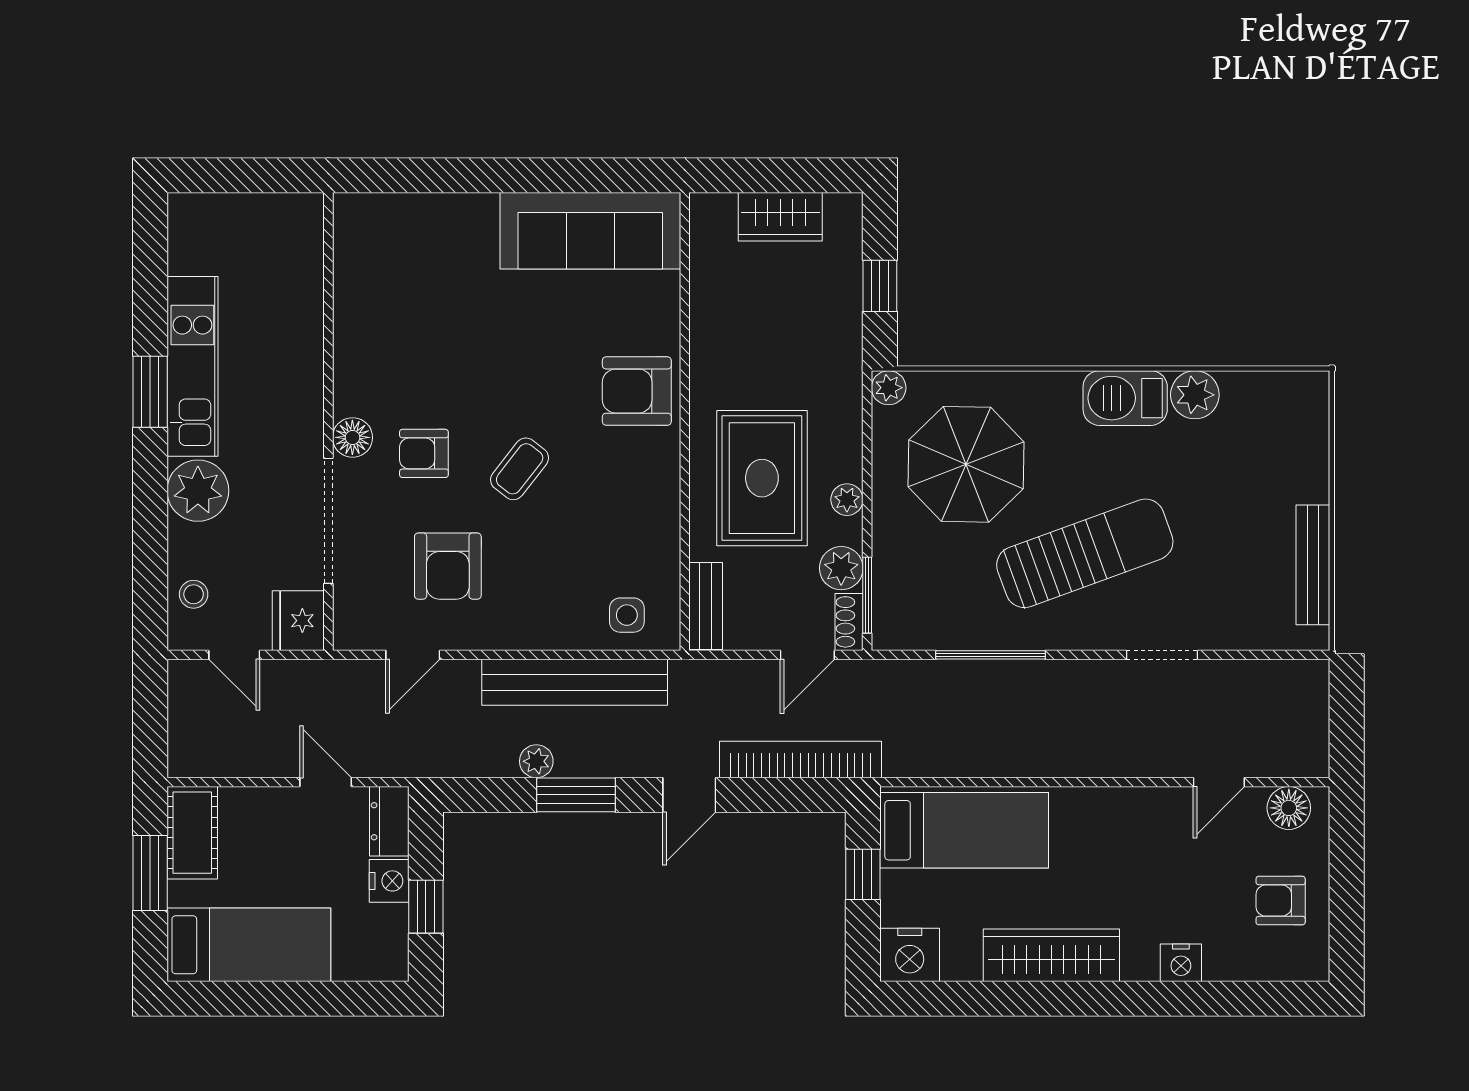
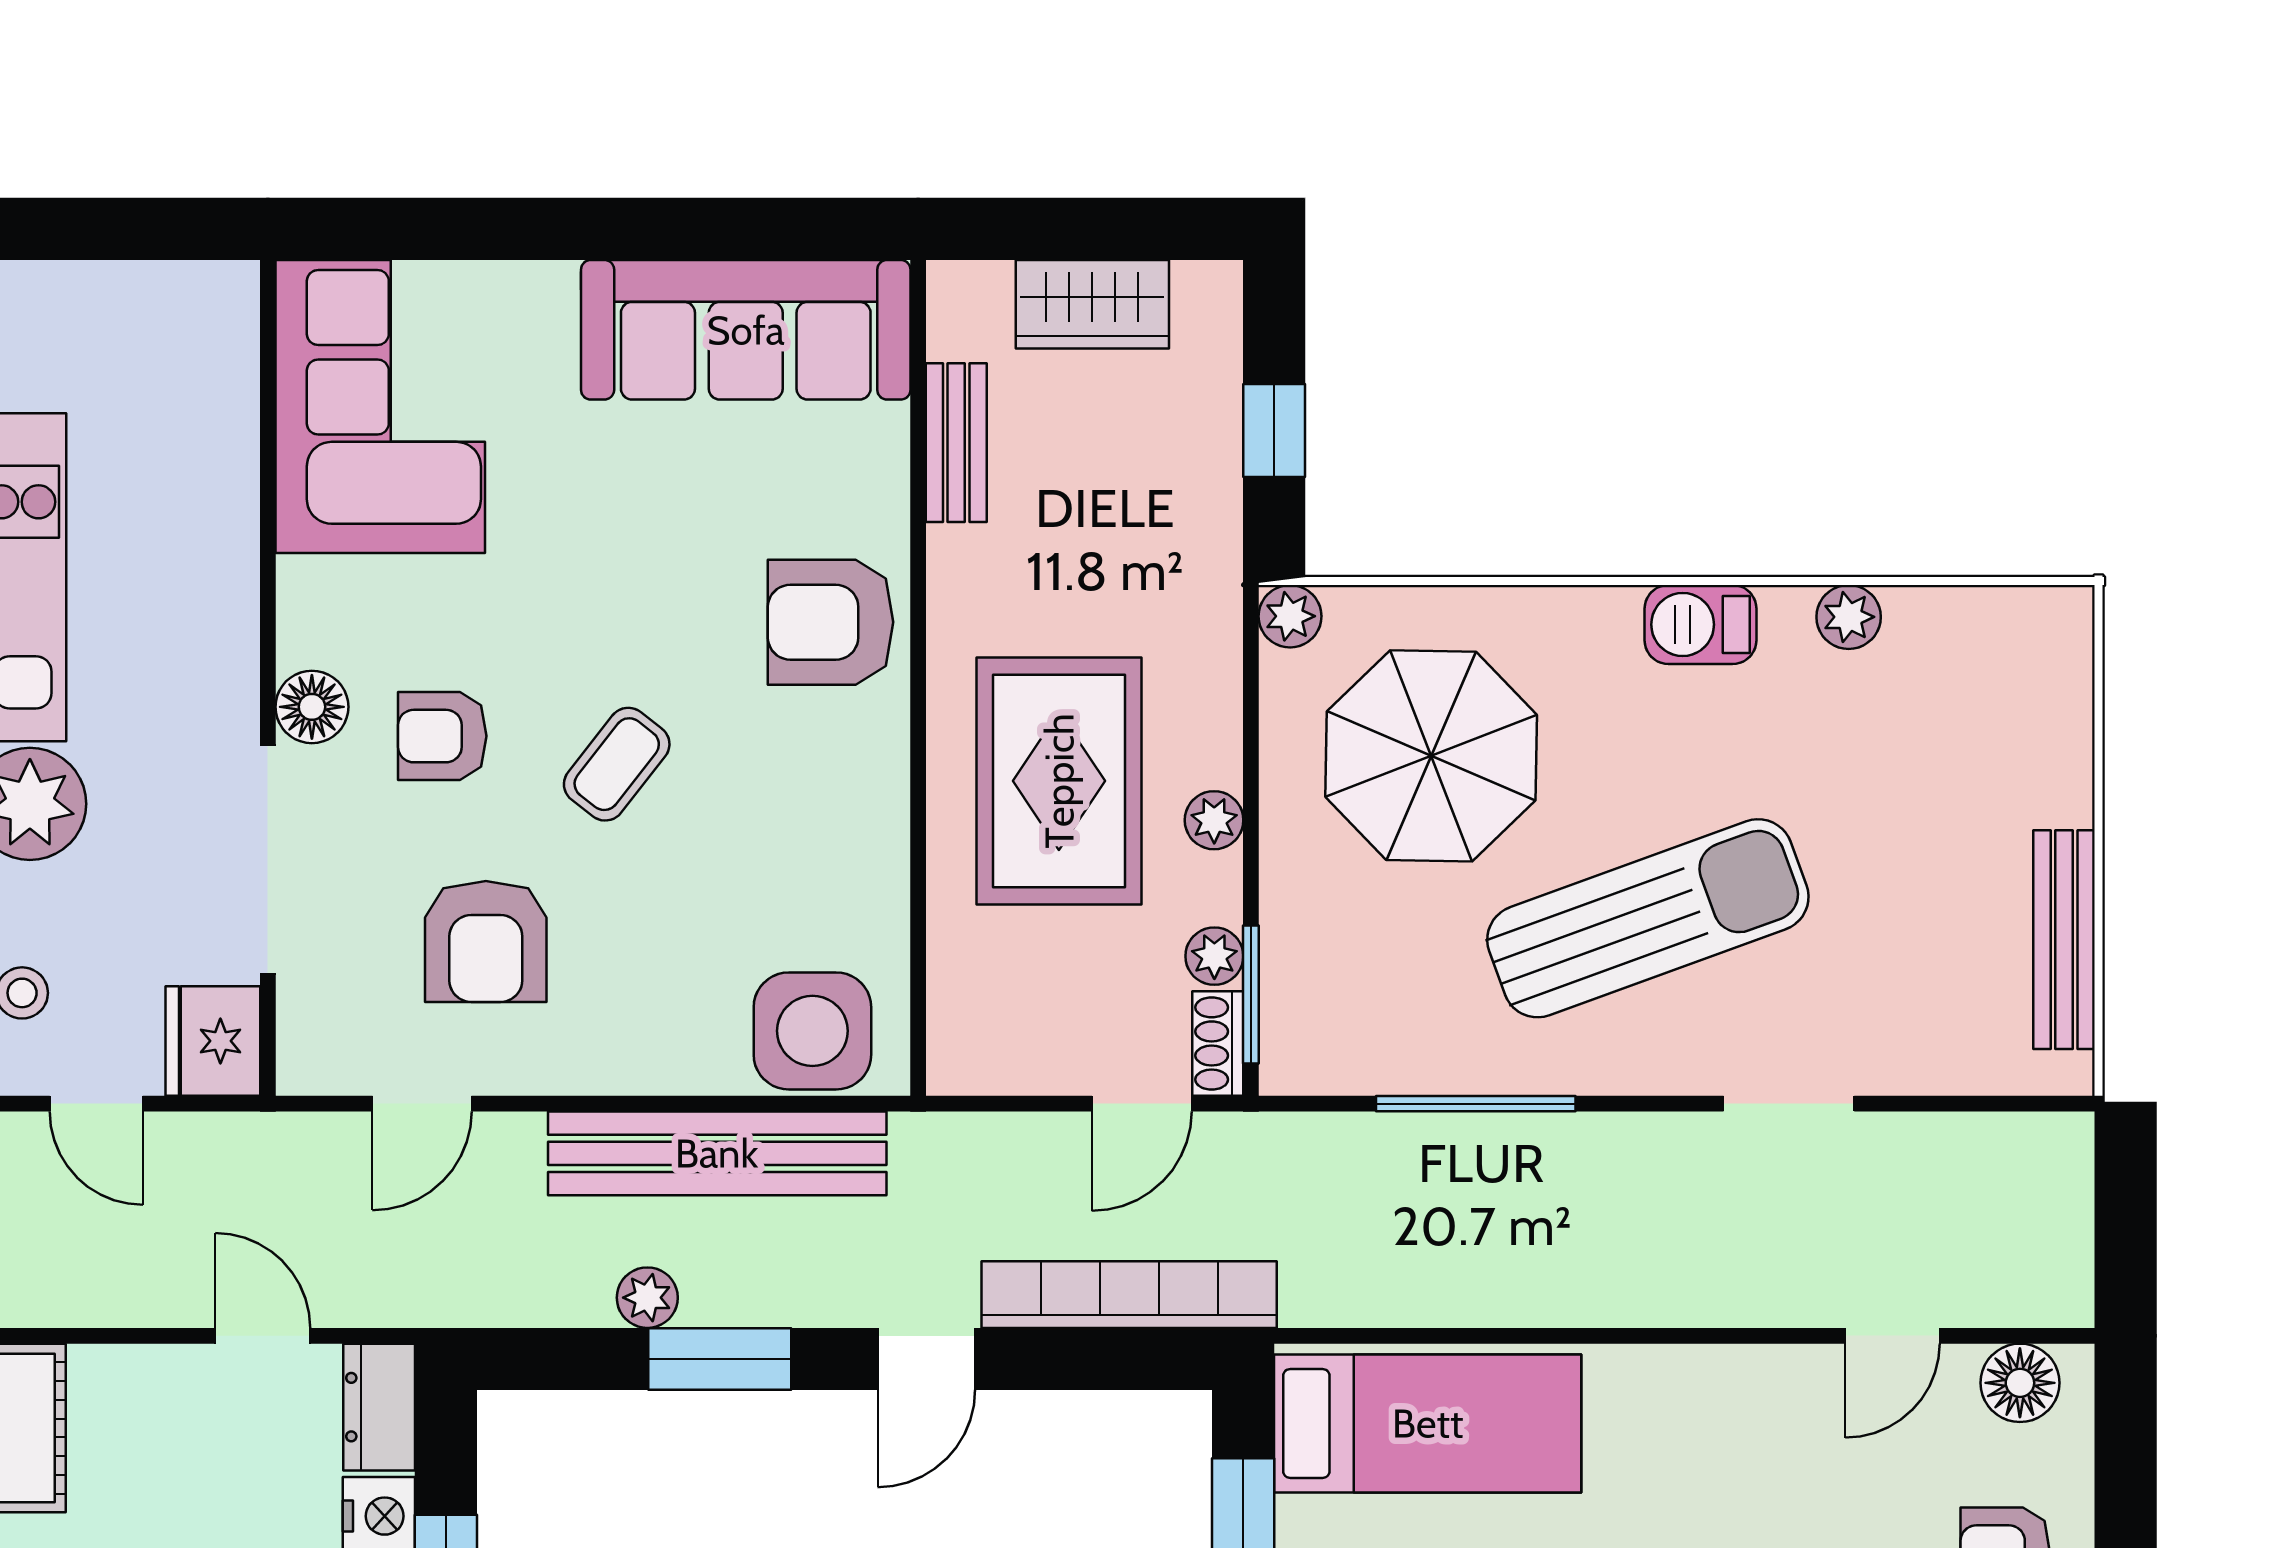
corner sofa: (390, 273) -> (380, 407), added
plant: (1195, 395) -> (1849, 617), width x0.73, depth x0.73
barbecue: (1125, 398) -> (1700, 625), width x0.73, depth x0.79
plant: (841, 568) -> (1214, 956), width x0.73, depth x0.73
bench: (706, 606) -> (956, 443), moved
side table: (627, 615) -> (812, 1031), width x1.87, depth x1.87

